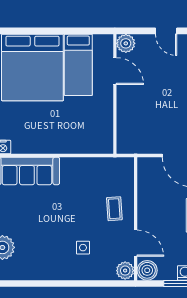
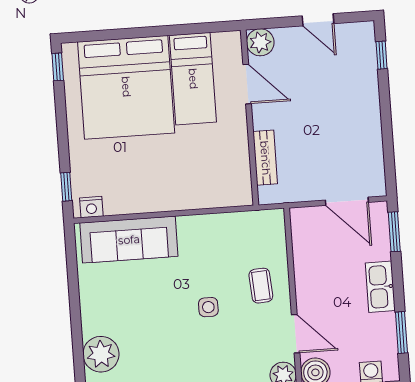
bench: (124, 122) -> (265, 158), added
side table: (83, 248) -> (208, 307), moved

